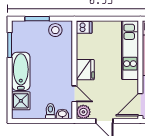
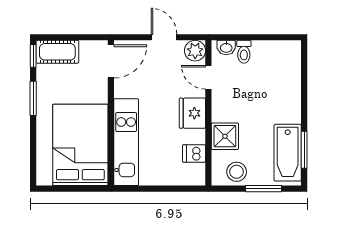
dishwasher: (84, 27) -> (194, 154), moved
bathtub: (21, 71) -> (288, 153), moved
shower: (21, 101) -> (225, 136), moved

